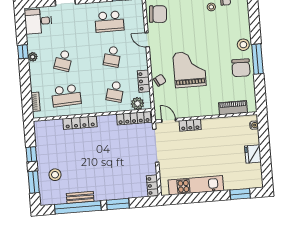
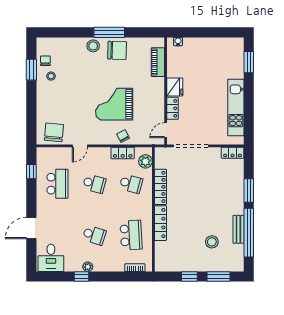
locker: (134, 118) -> (161, 187), moved
fridge: (253, 154) -> (175, 87), moved, turned -90
stool: (55, 175) -> (212, 242), moved

